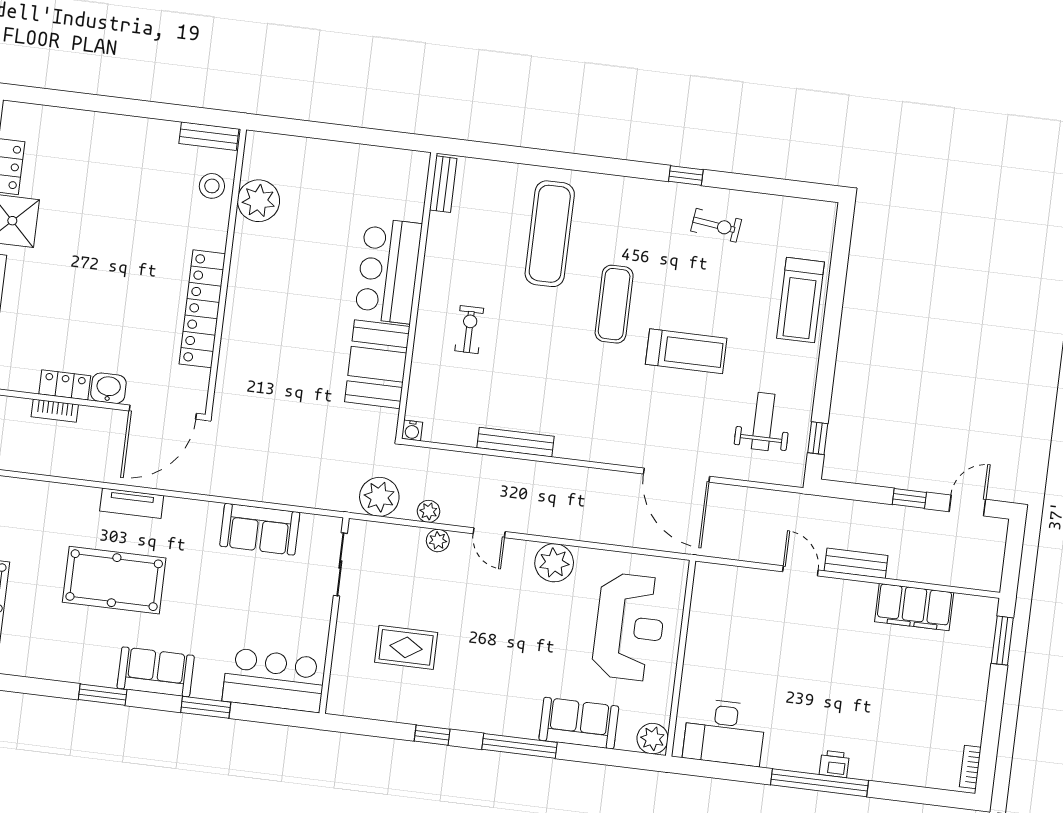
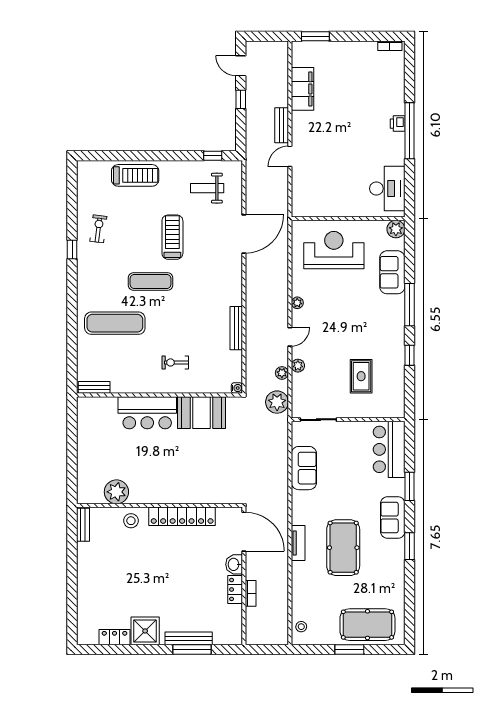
stool: (212, 186) -> (131, 521), moved
plant: (554, 563) -> (297, 303), width x0.53, depth x0.53

